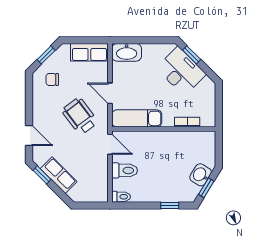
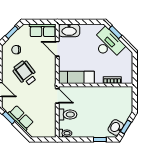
door: (110, 93) -> (57, 49), moved
wheelchair: (80, 116) -> (25, 73), moved
washbasin: (201, 175) -> (116, 127), moved

